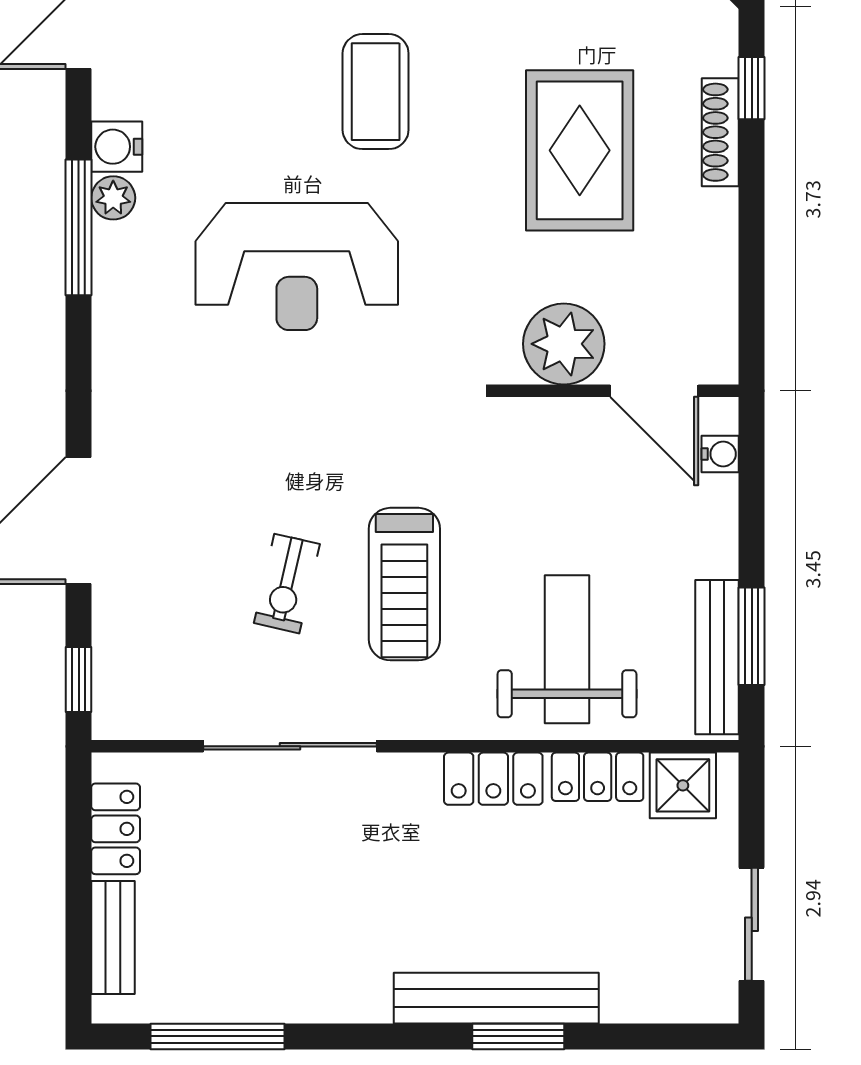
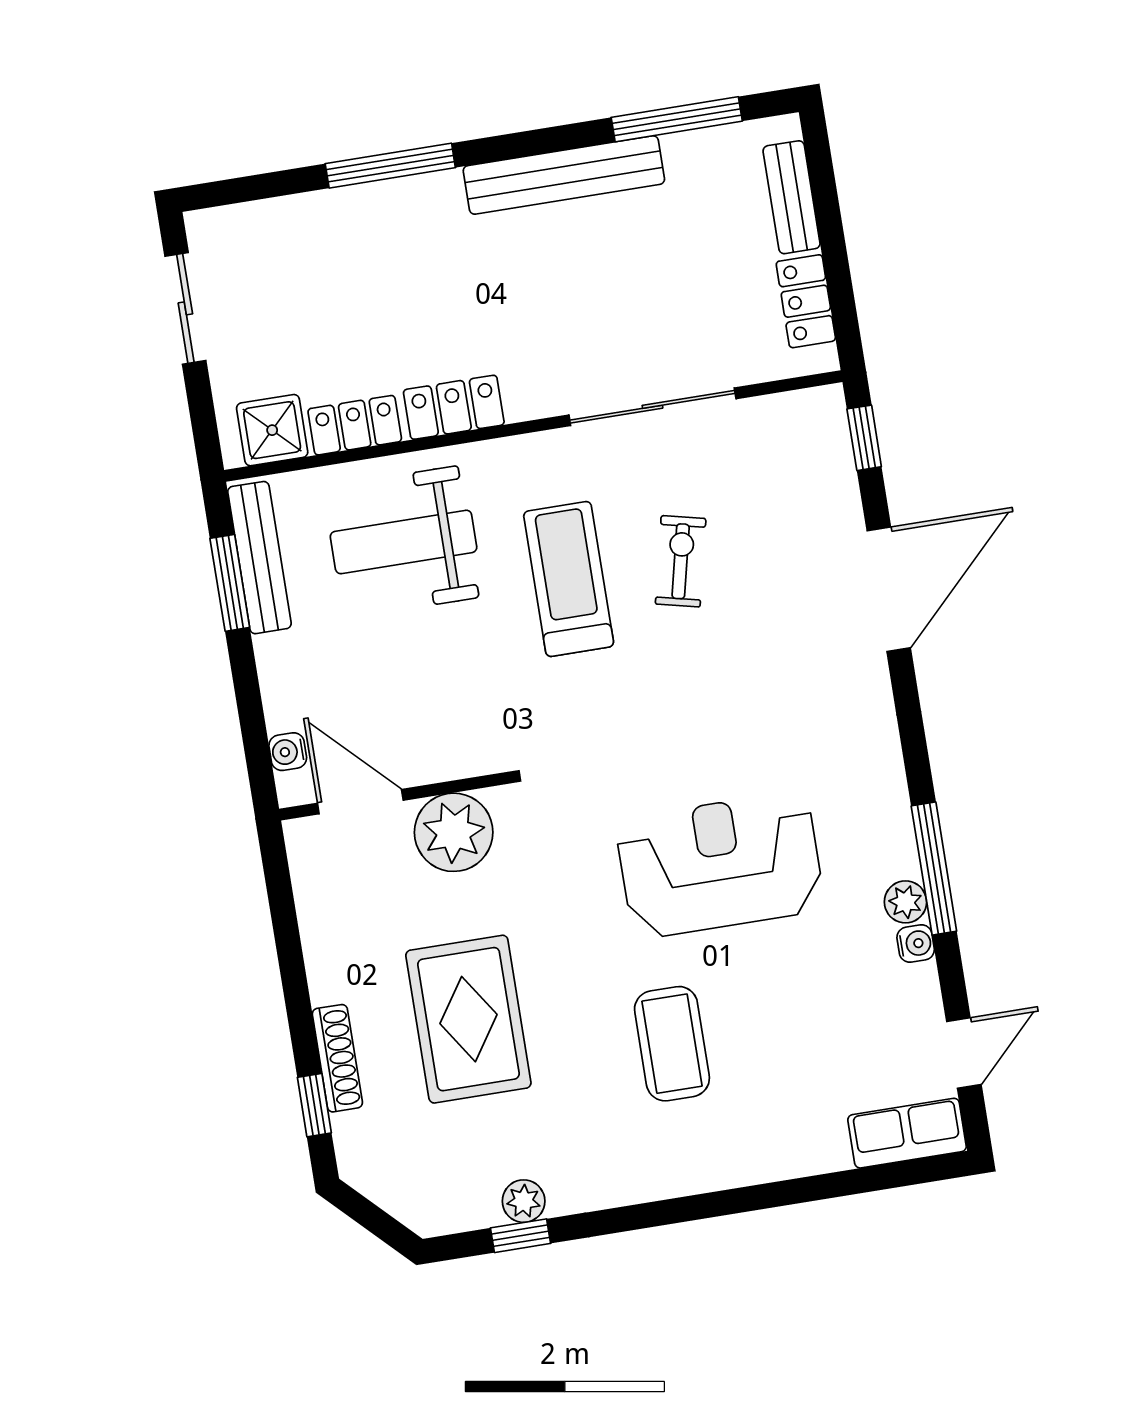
water cooler: (117, 147) -> (916, 944), width x0.72, depth x0.72
weight bench: (567, 649) -> (404, 542), turned 90
bench: (496, 998) -> (564, 175), moved
window: (518, 1036) -> (390, 166), width x1.44

